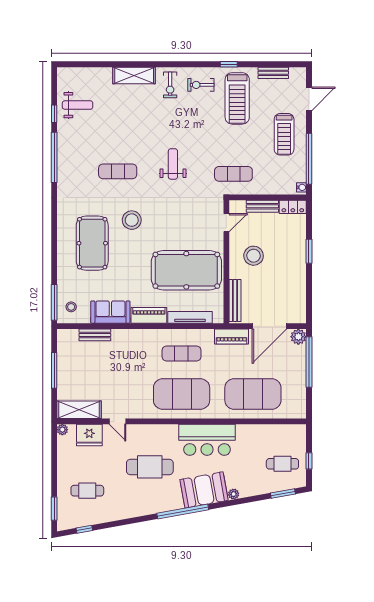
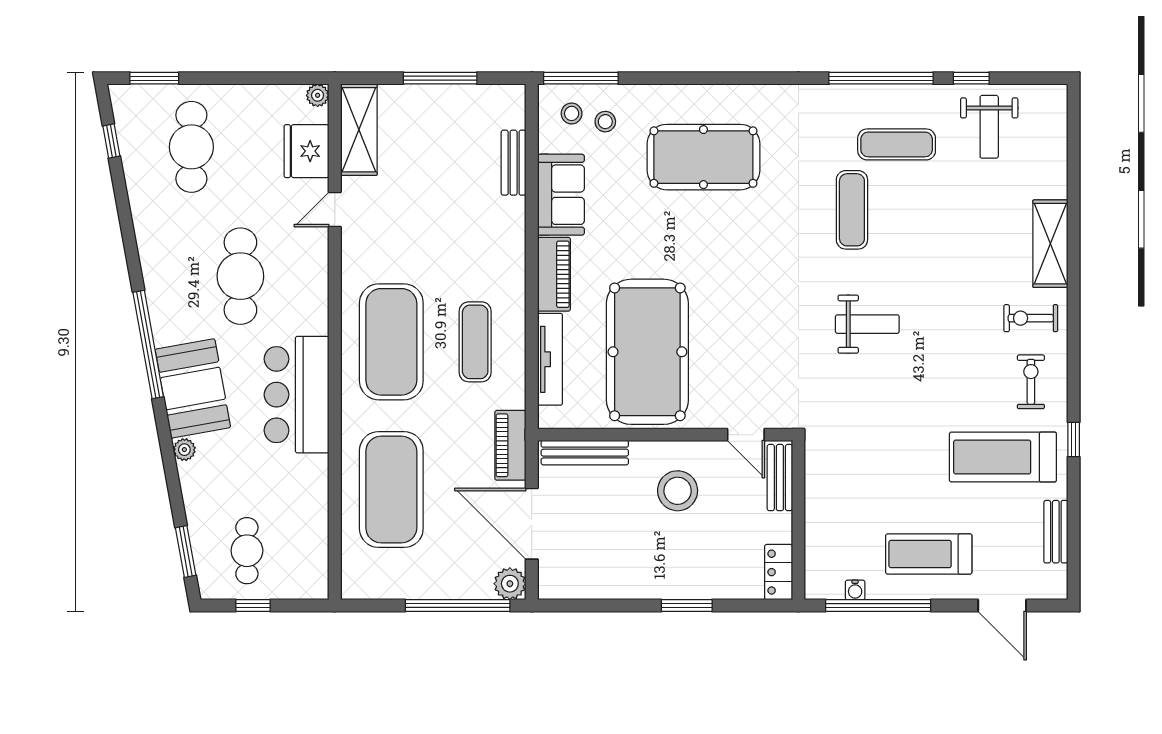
exercise mat: (233, 174) -> (897, 144), moved, turned 90
water cooler: (301, 187) -> (855, 590), moved
bench: (262, 206) -> (780, 478), moved
stool: (132, 220) -> (605, 122), moved, width x0.53, depth x0.53
cafe table: (87, 491) -> (191, 147), width x1.37, depth x1.35

